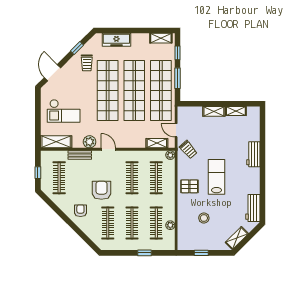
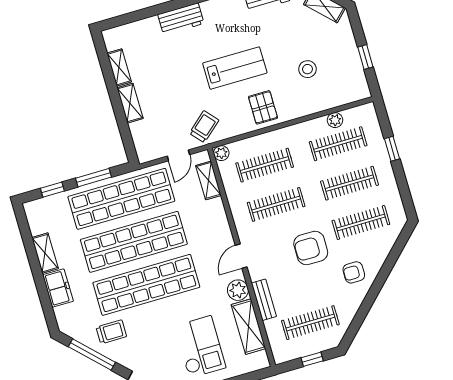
shelving: (161, 38) -> (45, 253), moved
freezer: (116, 40) -> (58, 288), width x0.71
window: (77, 48) -> (92, 355), width x2.17
shelving: (56, 142) -> (248, 327), moved
lab bench: (216, 177) -> (235, 68), turned 180

